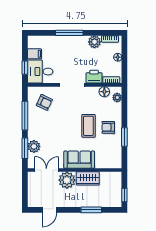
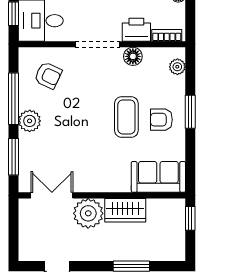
floor lamp: (104, 92) -> (133, 56), moved
window: (124, 137) -> (190, 112), moved
plant: (34, 146) -> (30, 121), moved
sofa: (79, 160) -> (158, 177), moved
window: (124, 195) -> (190, 218), moved

